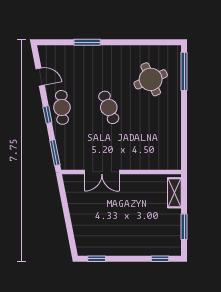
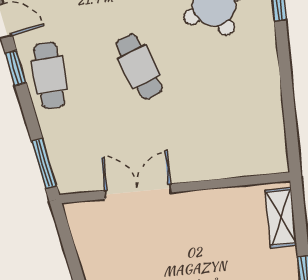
window: (47, 115) -> (16, 68), moved
double door: (102, 172) -> (138, 191), swing flipped

